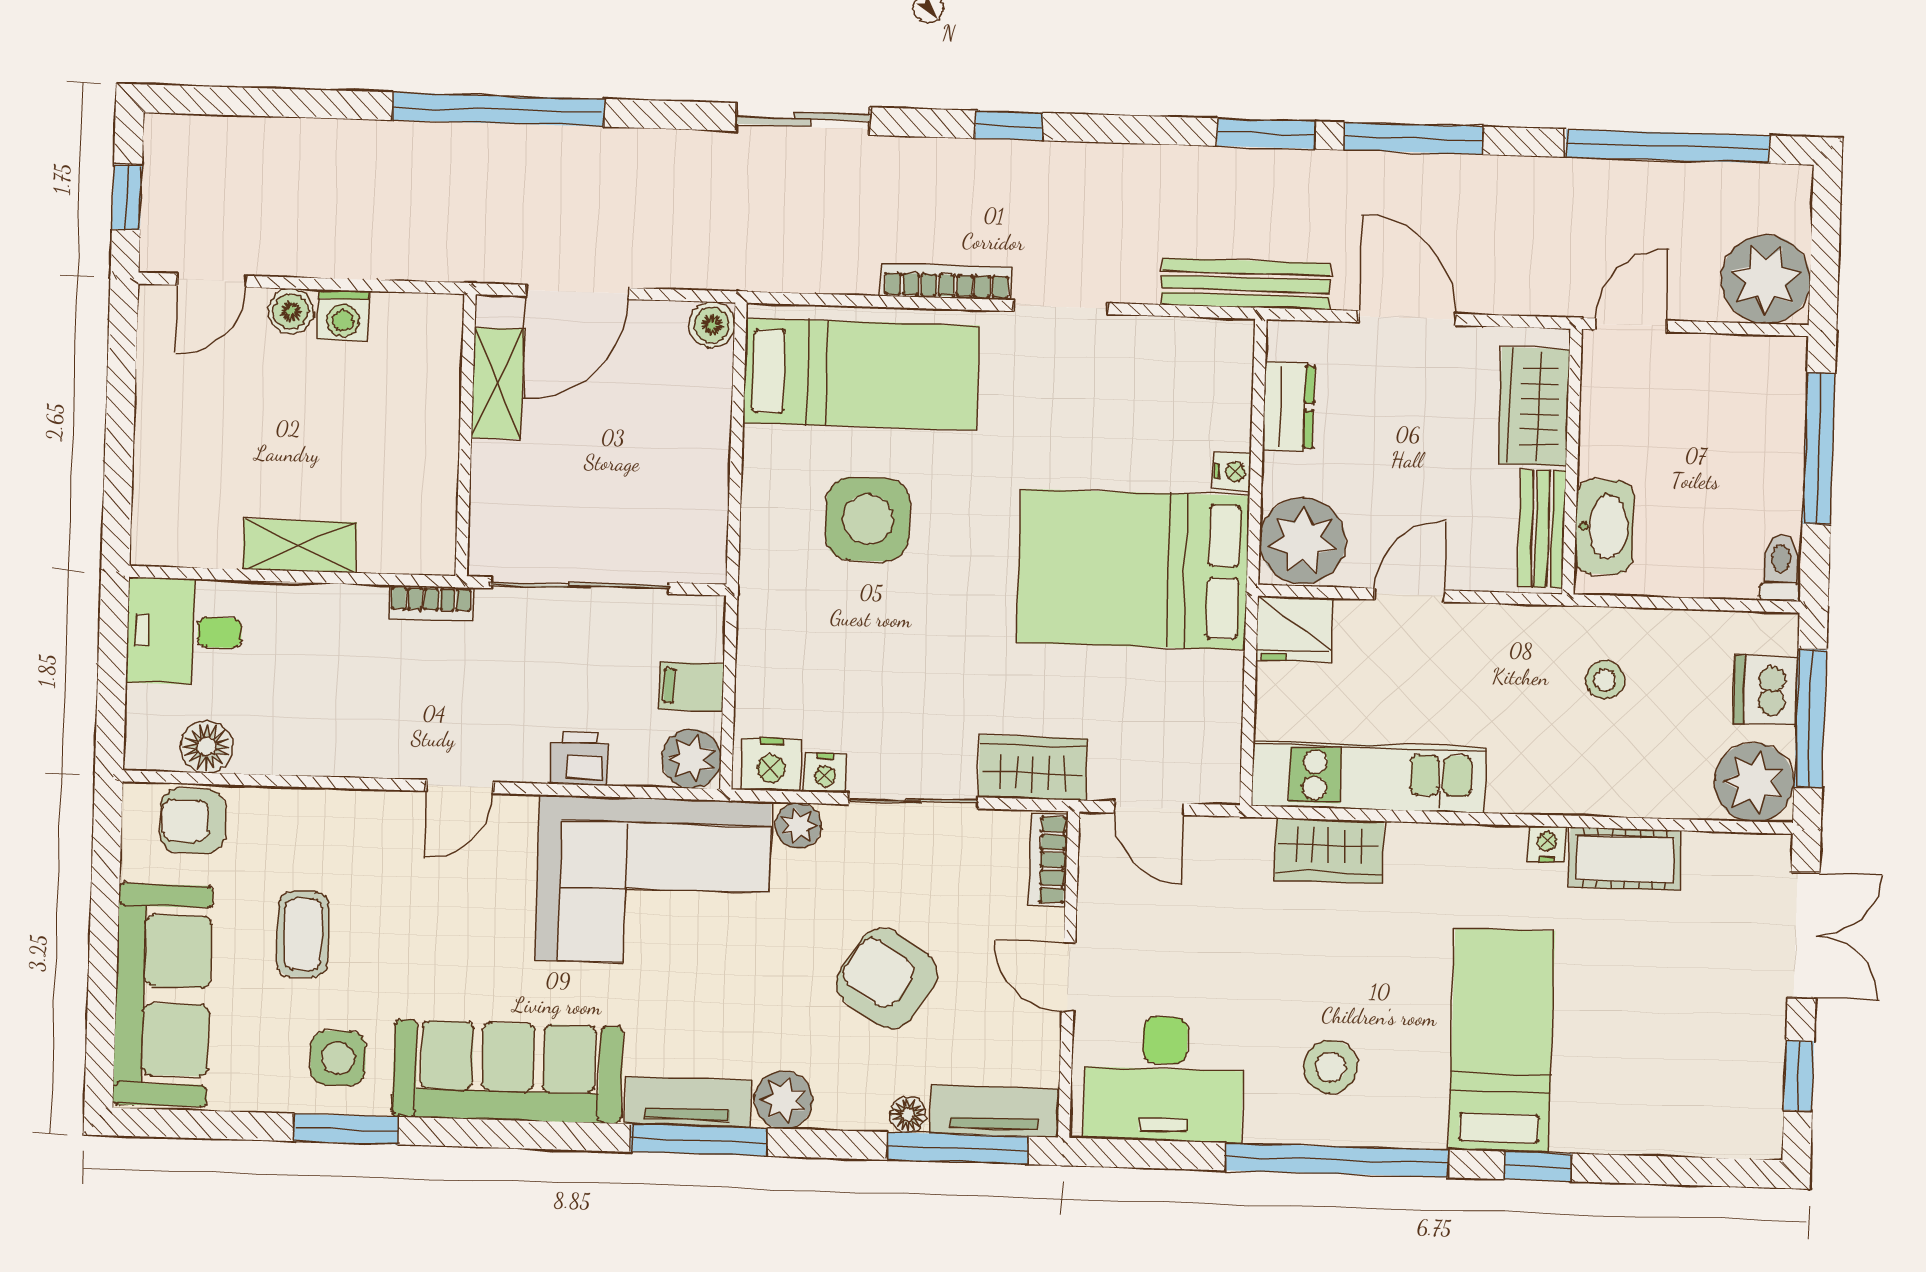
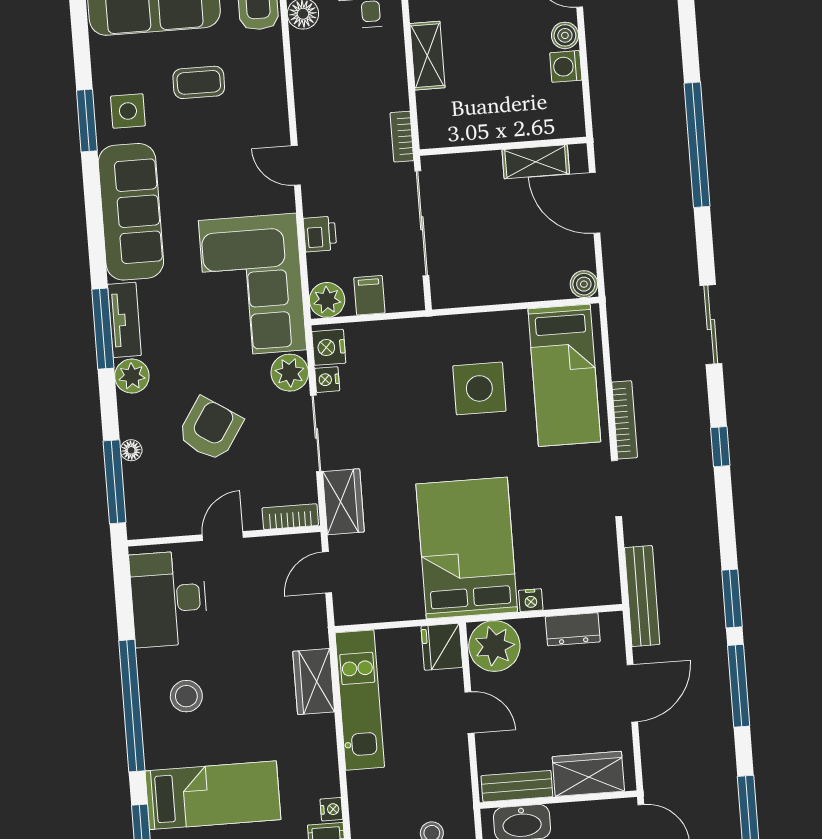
plant: (798, 826) -> (290, 373), width x1.38, depth x1.38
tv unit: (995, 1111) -> (139, 501), removed

